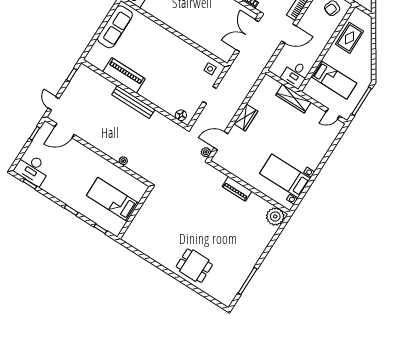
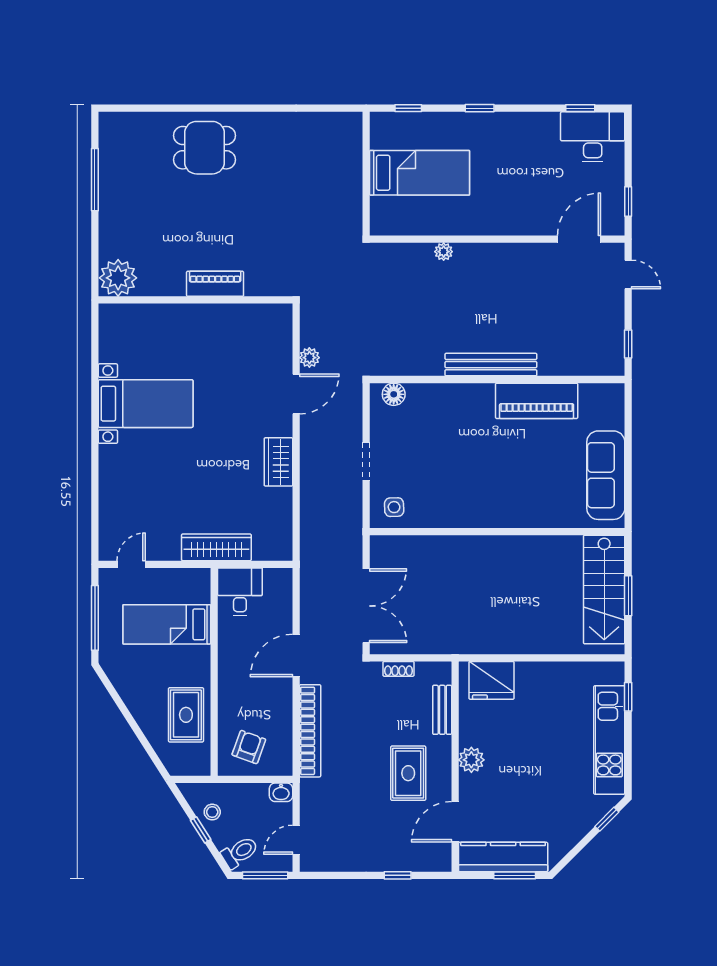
wall: (249, 187) -> (195, 300), moved
piano: (237, 189) -> (215, 284), moved
plant: (275, 217) -> (118, 278), moved

